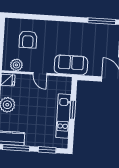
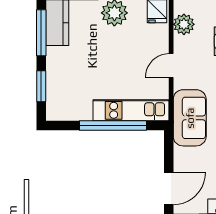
window: (73, 110) -> (113, 126), width x2.11
kitchen unit: (63, 116) -> (131, 110), moved

